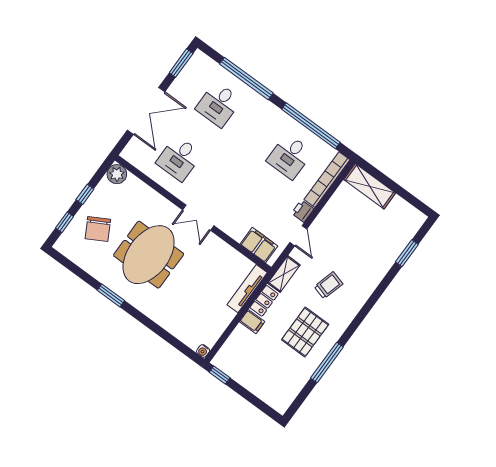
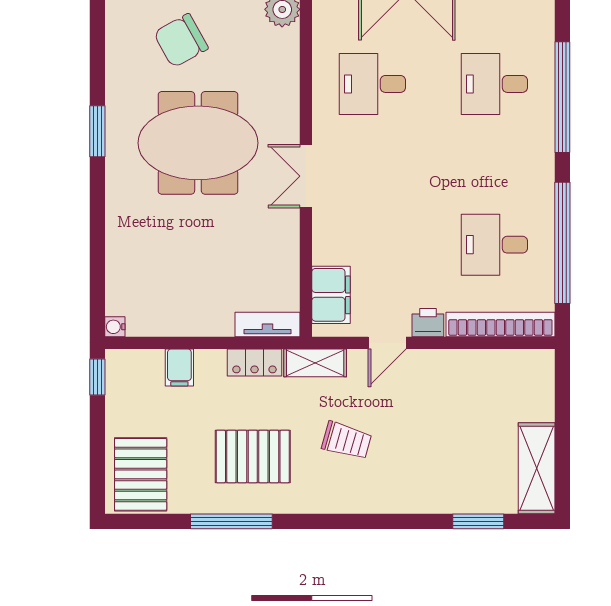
shelving: (370, 186) -> (537, 468), moved
tv unit: (247, 289) -> (267, 324), width x0.71
filing cabinet: (252, 322) -> (179, 367), moved
pallet: (277, 387) -> (141, 474), added

